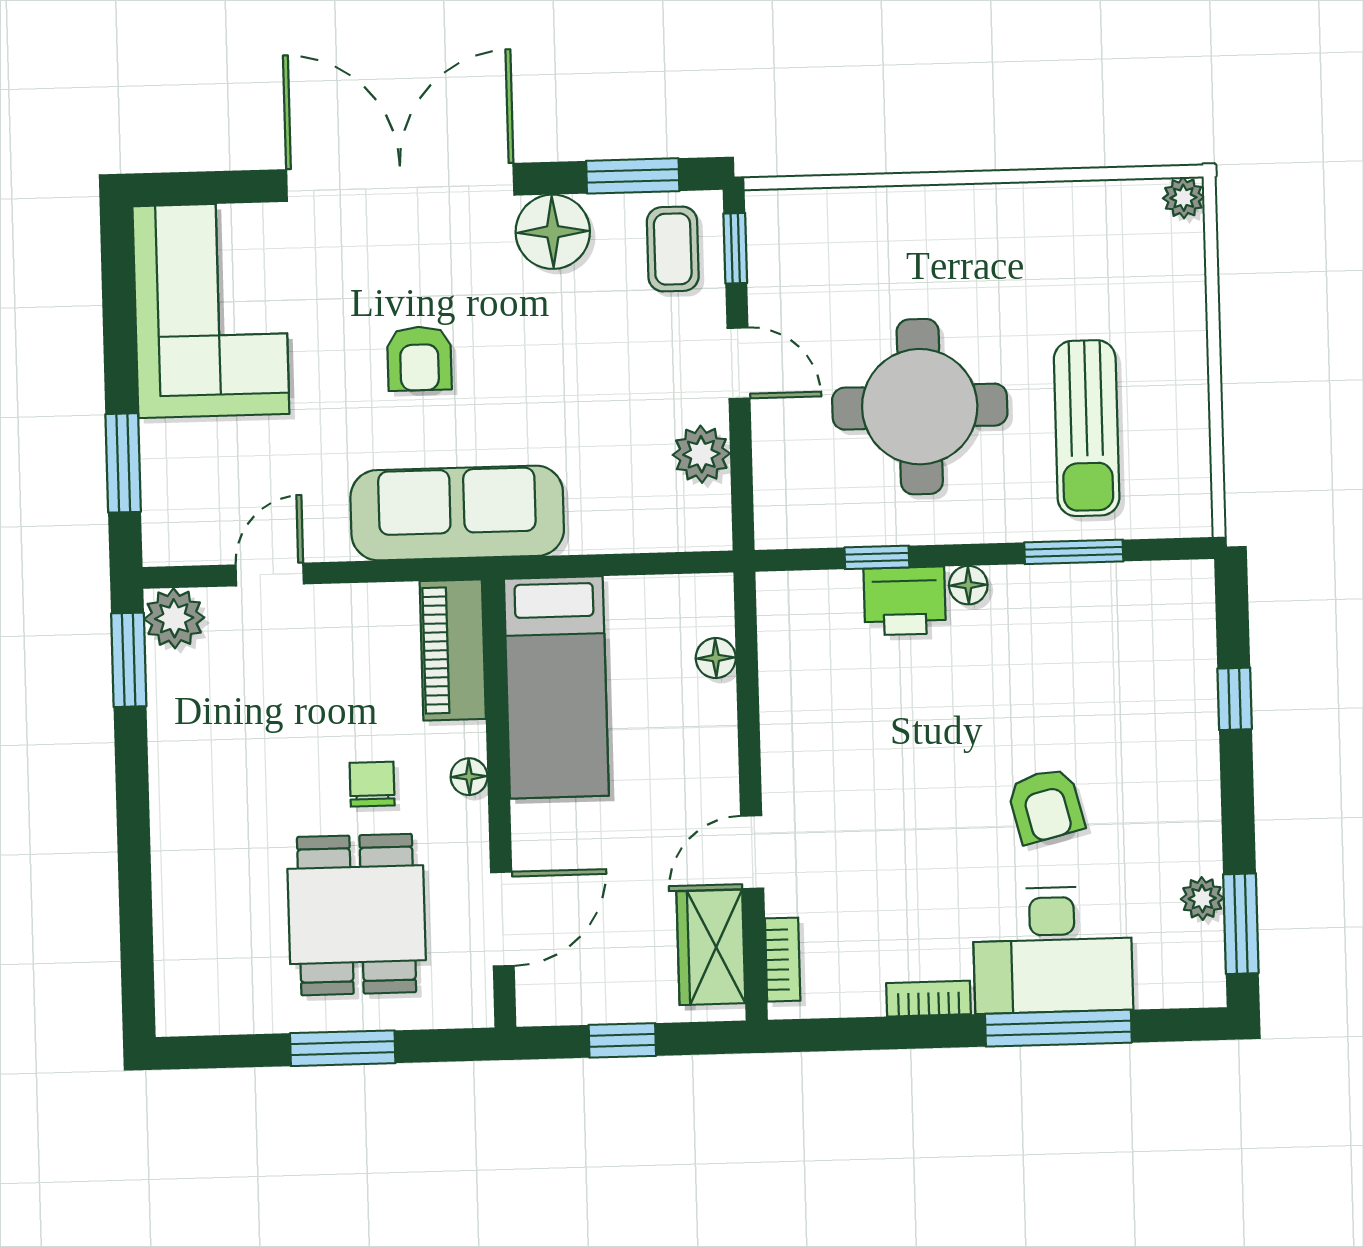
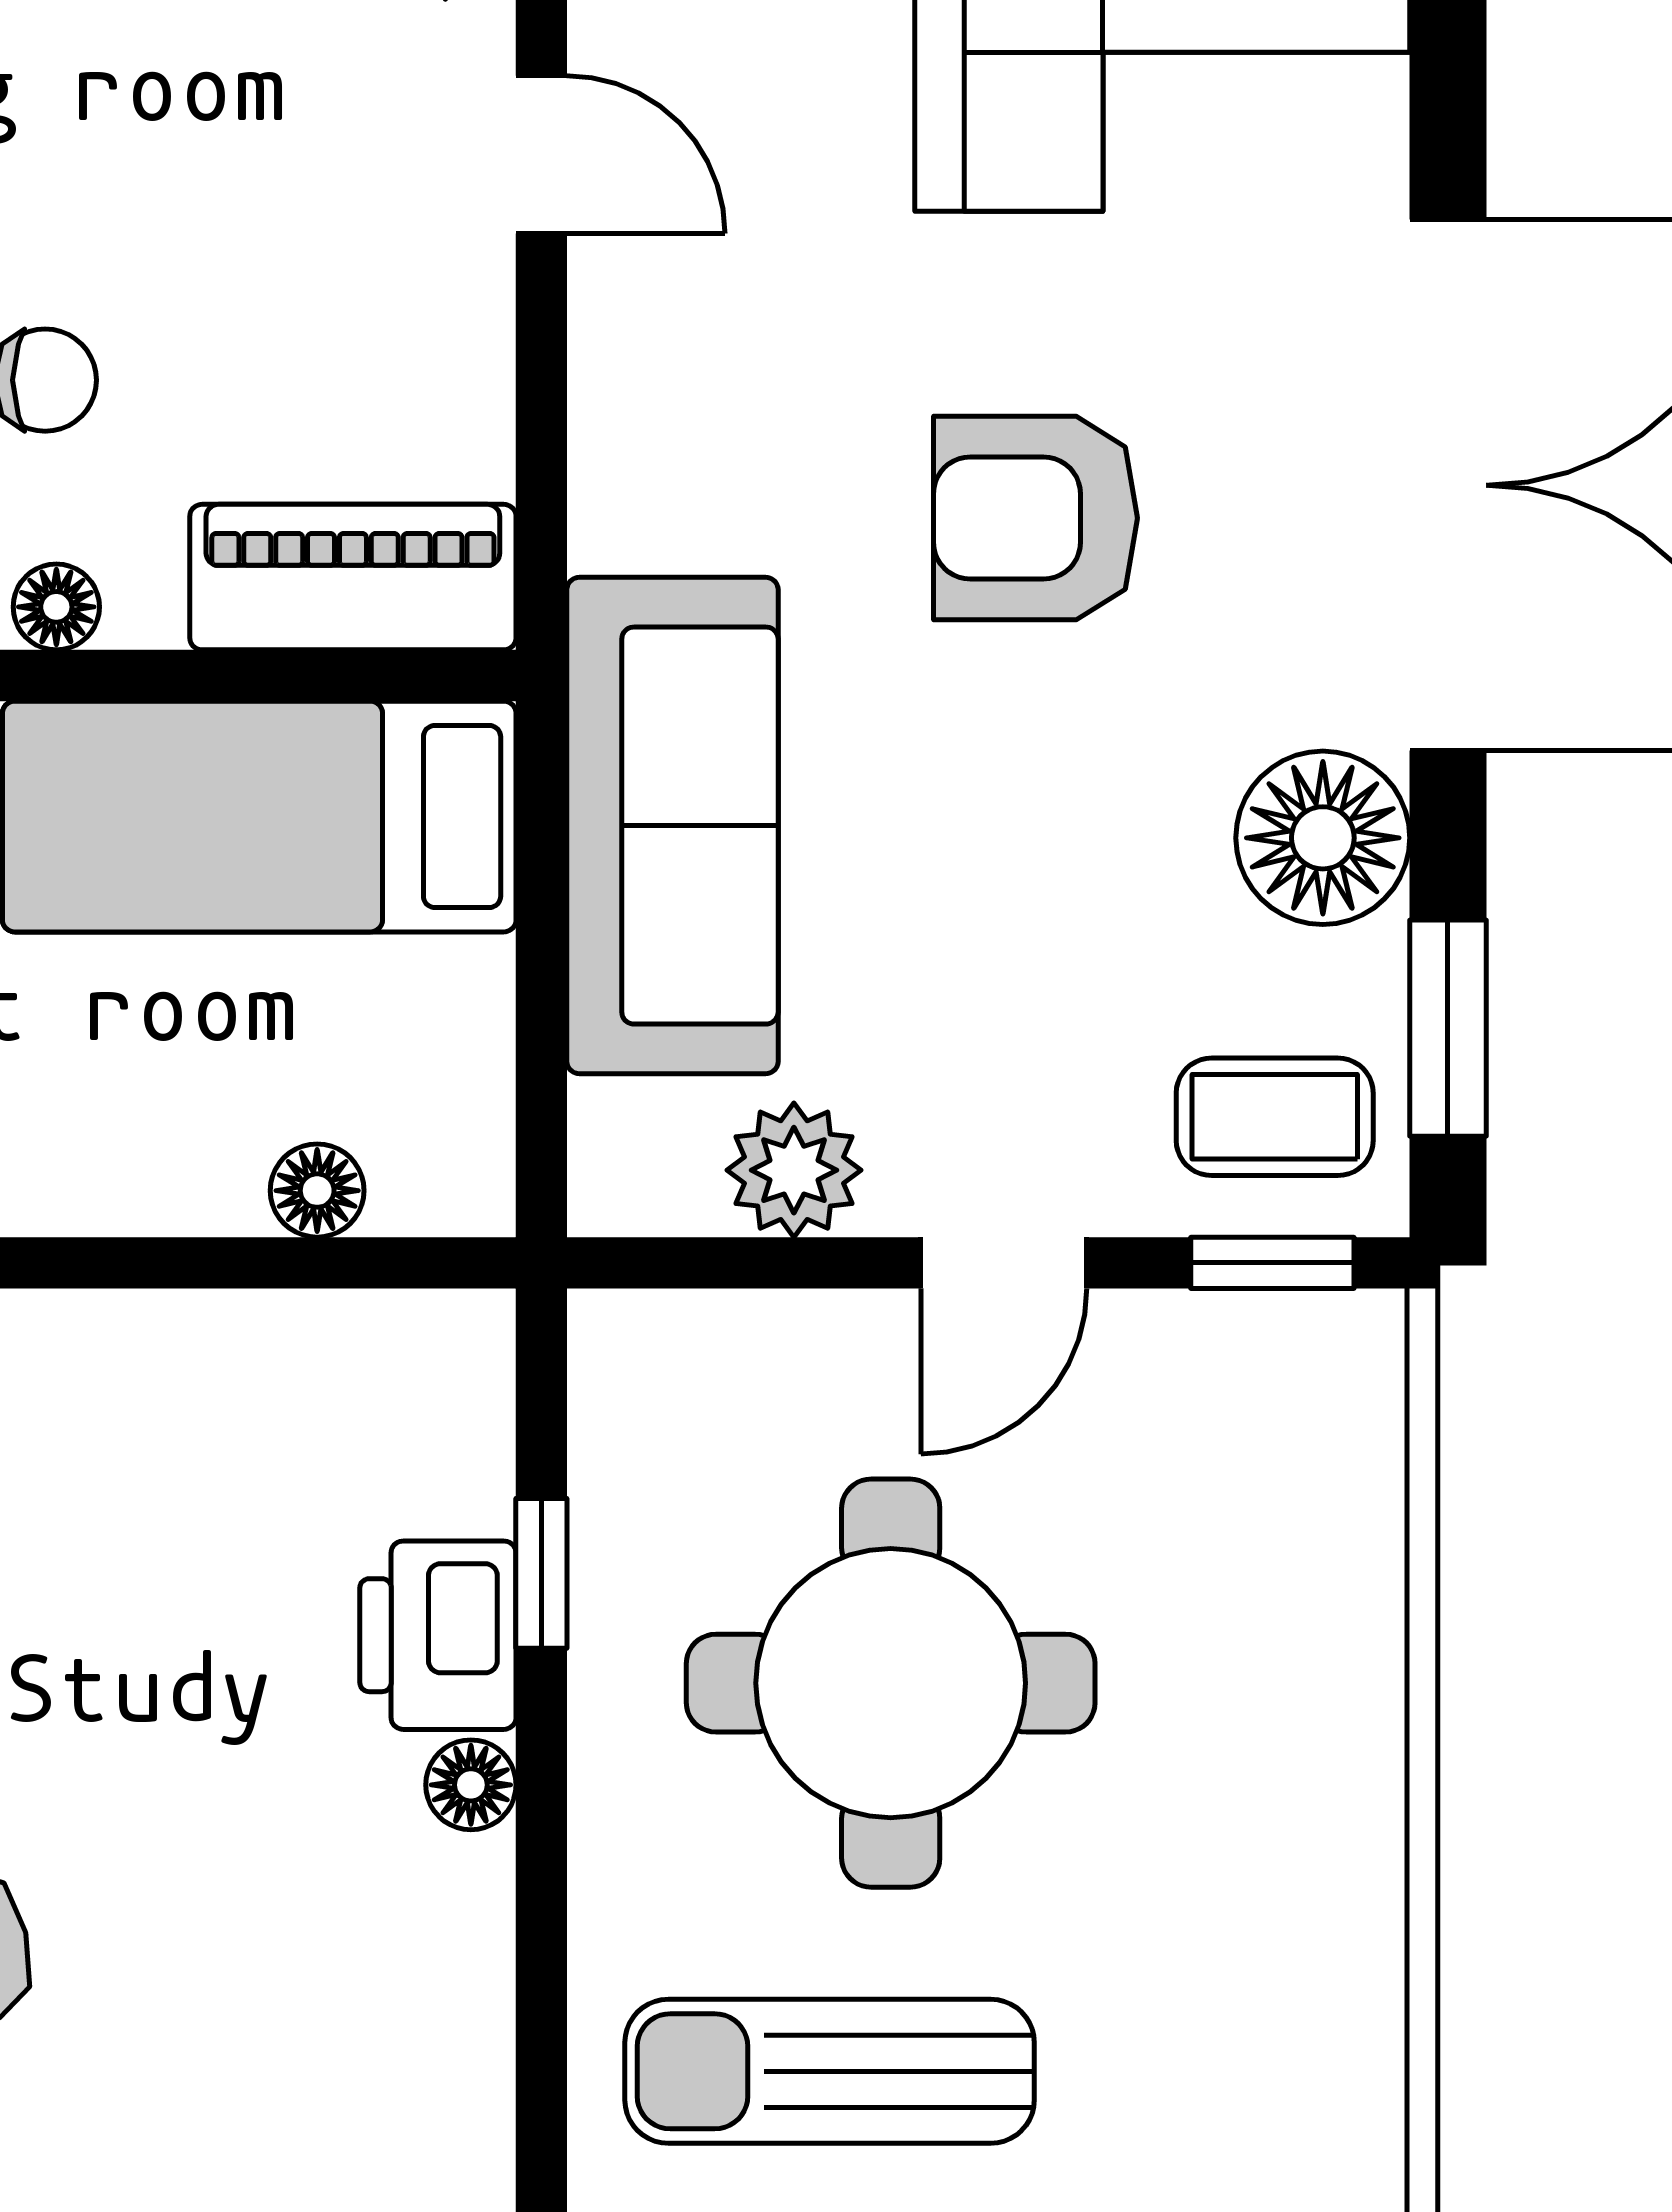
armchair: (419, 359) -> (1035, 518), width x1.38, depth x1.38
sofa: (457, 513) -> (673, 826), moved
window: (1074, 552) -> (541, 2033), removed

